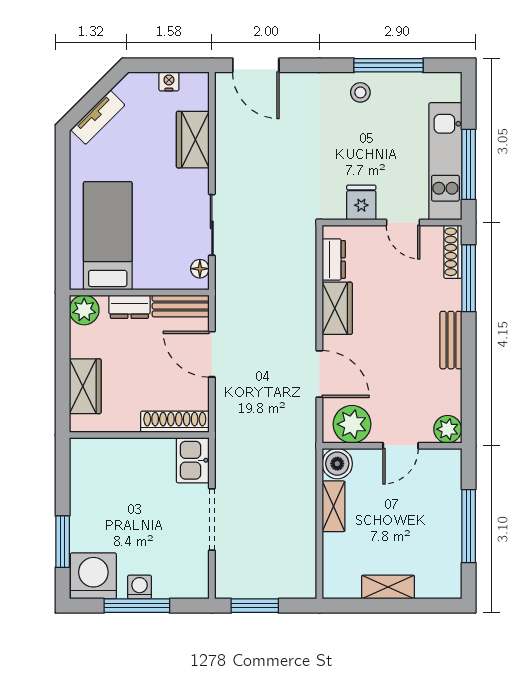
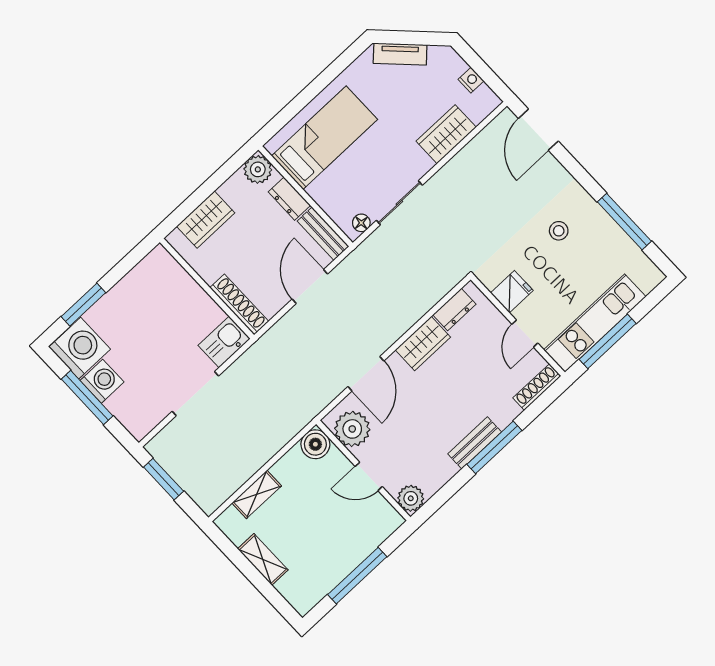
stool: (360, 92) -> (559, 231), moved
window: (469, 278) -> (494, 447), moved
shelving: (333, 506) -> (257, 494), moved
washing machine: (140, 587) -> (102, 381), width x1.38, depth x1.38

